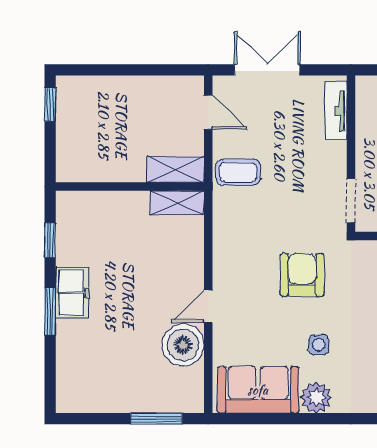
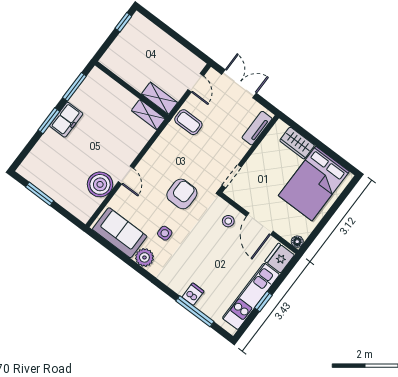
window: (50, 240) -> (74, 87), width x1.50
door: (208, 306) -> (126, 175), swing flipped
window: (156, 419) -> (40, 194), moved

